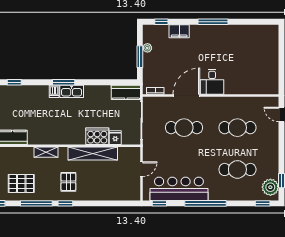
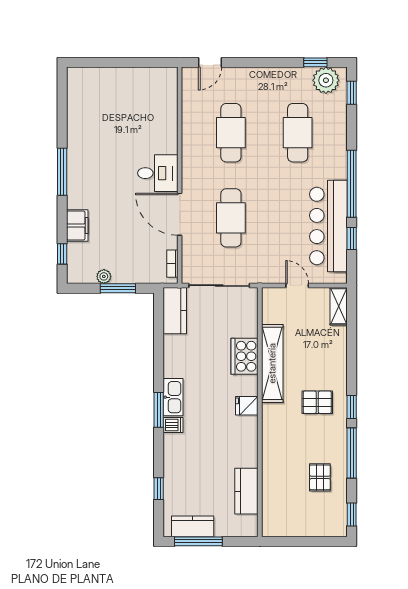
fridge: (115, 138) -> (247, 406), moved
shelving: (46, 152) -> (339, 306), moved
pallet: (21, 183) -> (320, 477), width x0.67, depth x0.71
window: (159, 203) -> (352, 238), moved

